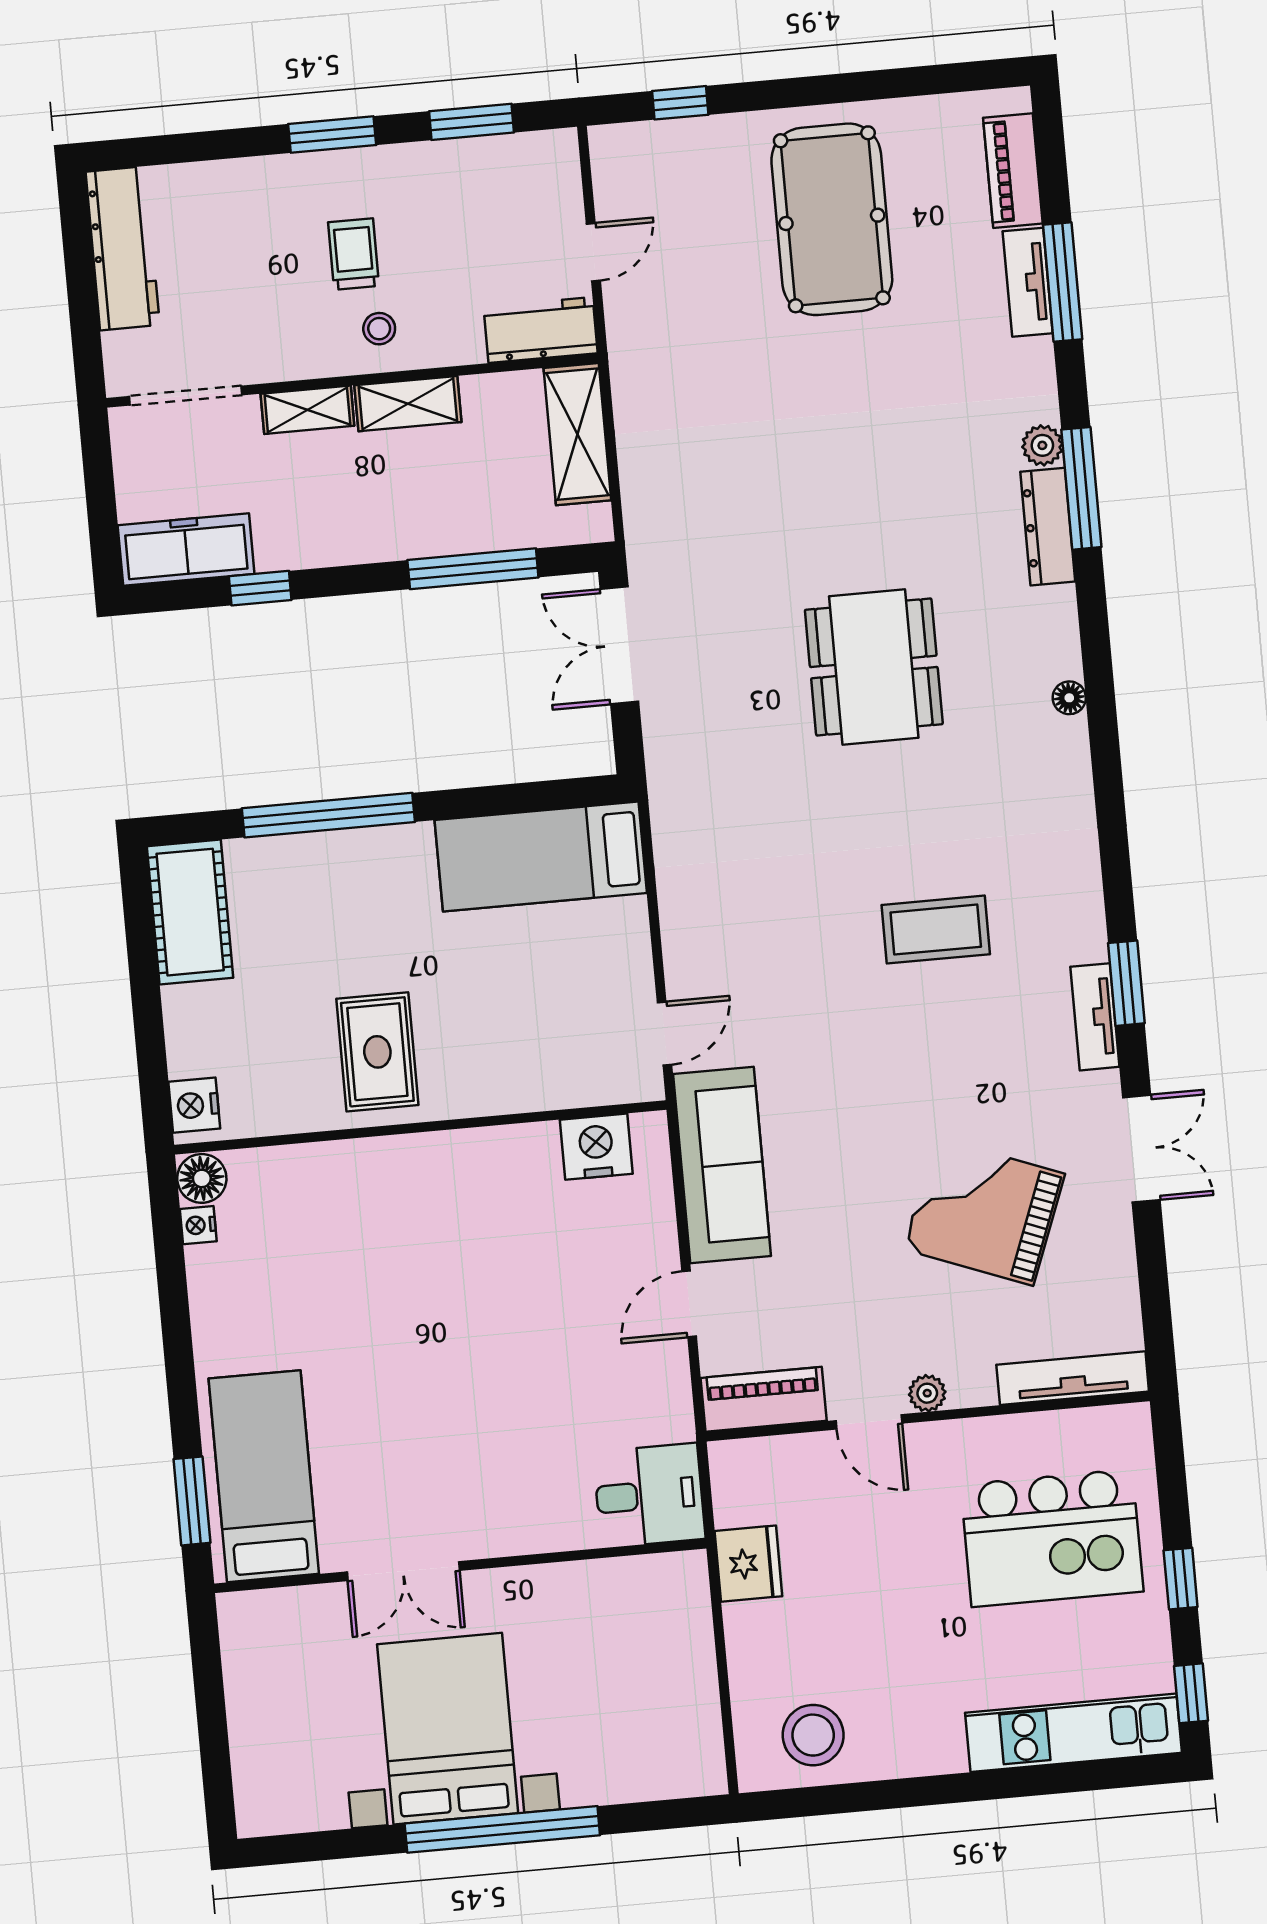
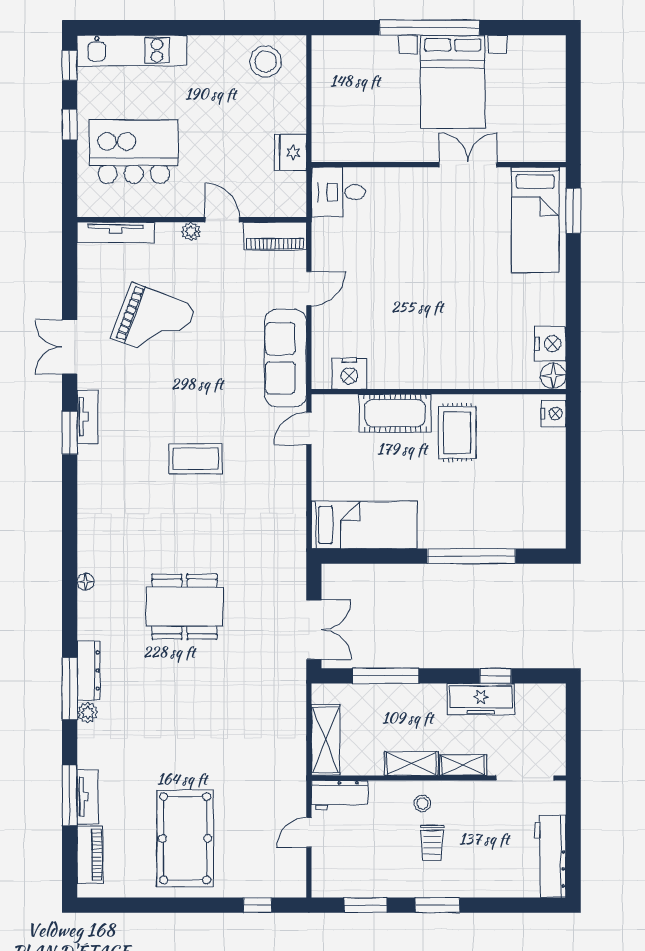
freezer: (186, 550) -> (481, 699), moved
dining table: (874, 667) -> (184, 607), turned 90
cot: (190, 912) -> (395, 413), moved, turned 90
coffee table: (936, 930) -> (195, 459), moved
nightstand: (198, 1225) -> (550, 344), width x1.89, depth x1.79

